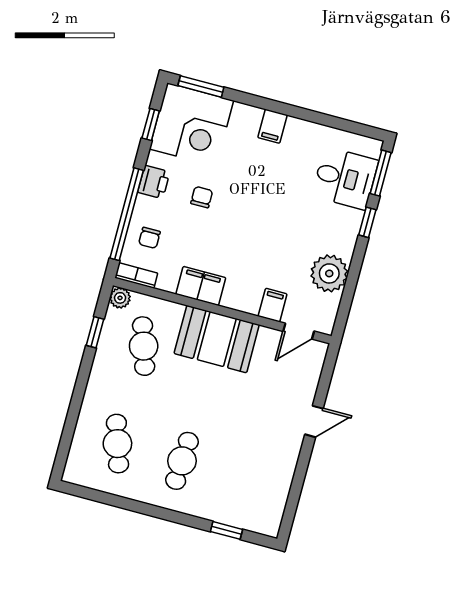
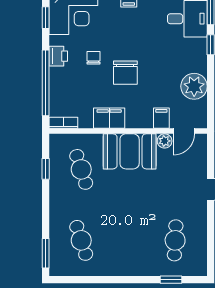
chair: (149, 238) -> (125, 73), moved, width x1.87, depth x1.87
plant: (120, 298) -> (165, 141), moved
window: (64, 448) -> (46, 253), added
cafe table: (182, 461) -> (175, 240), moved

